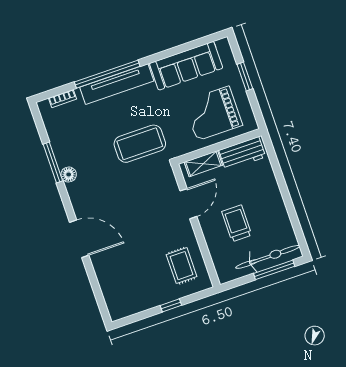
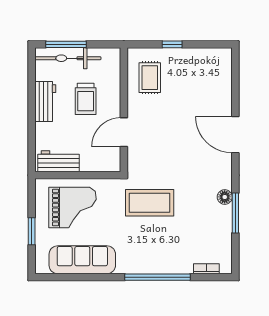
tv unit: (117, 84) -> (152, 265), removed
shelving: (203, 164) -> (97, 164), removed
workbench: (275, 207) -> (45, 102), added

